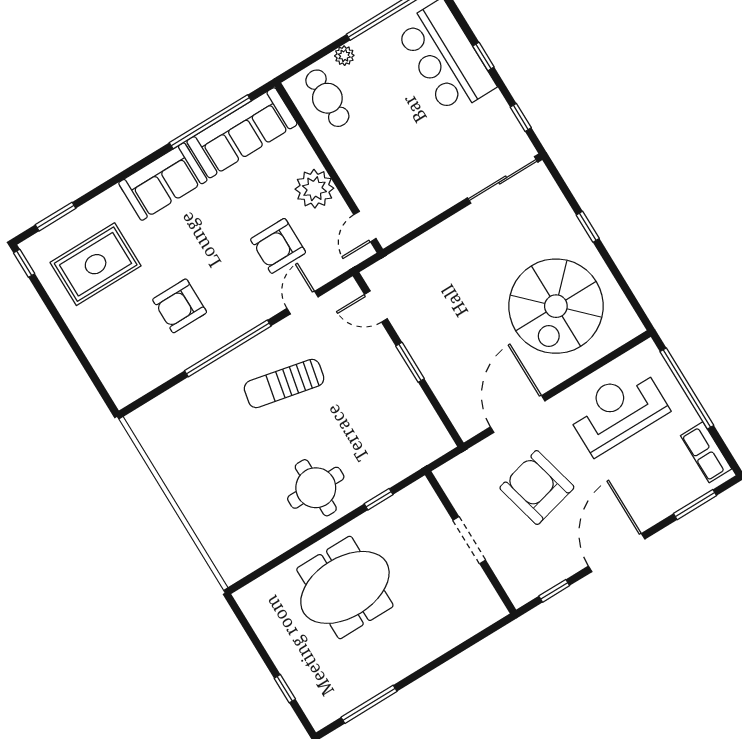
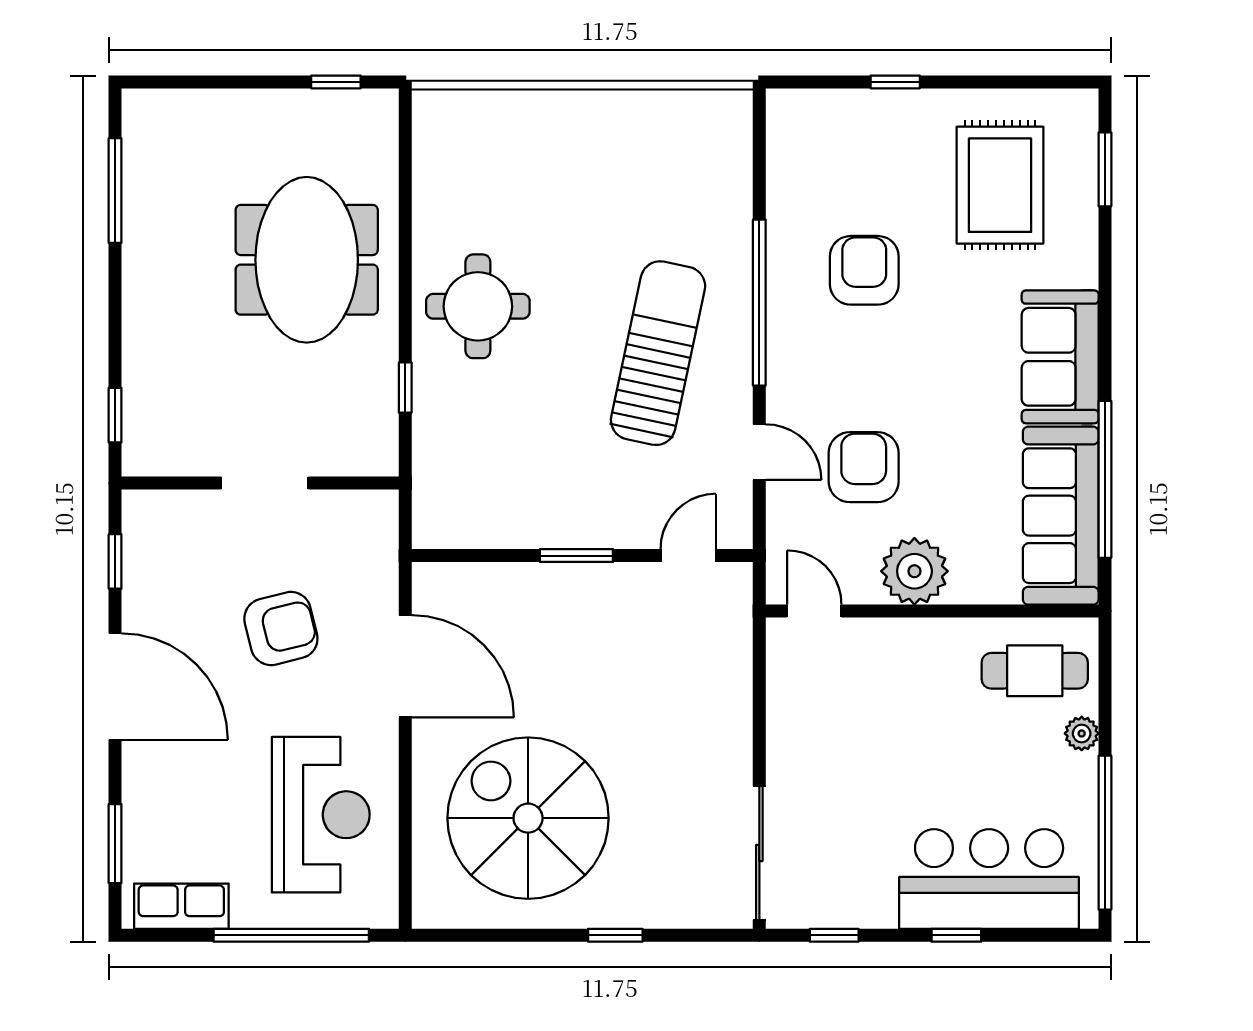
window: (24, 263) -> (895, 82), moved
sun lounger: (284, 383) -> (658, 353), width x1.36, depth x1.34
armchair: (537, 488) -> (281, 629), width x0.73, depth x0.73
window: (481, 636) -> (115, 415), added
window: (285, 689) -> (336, 82), moved

